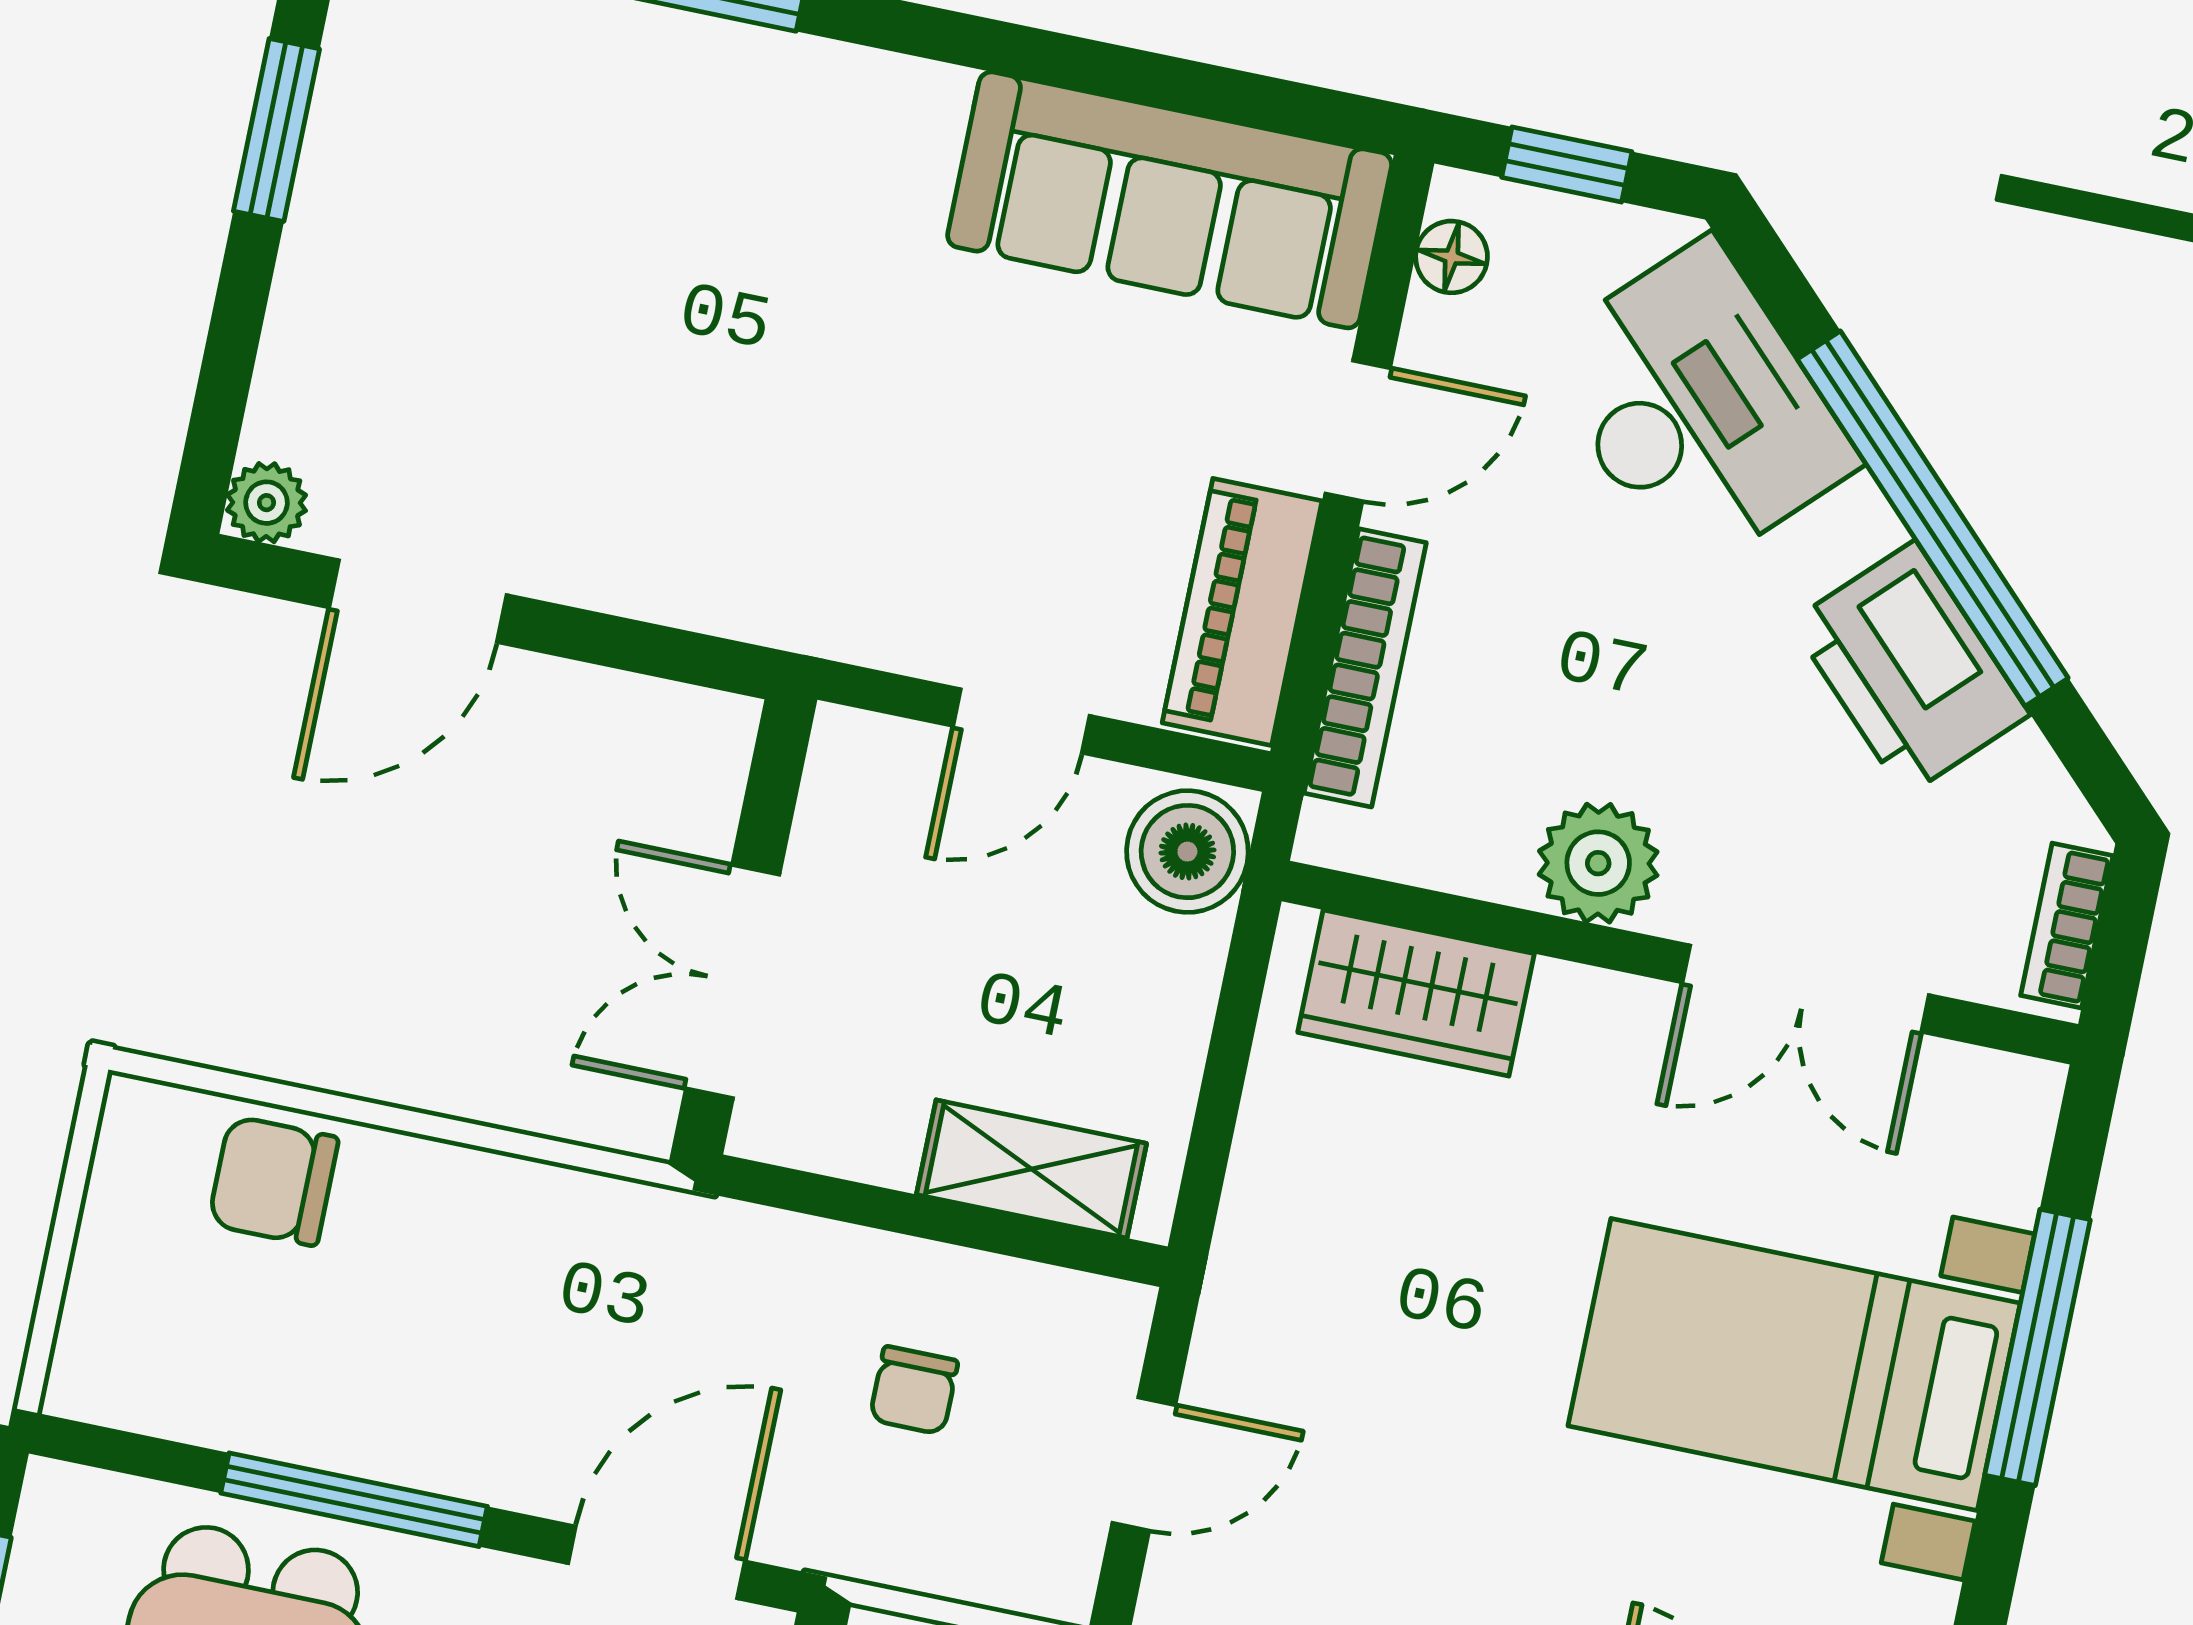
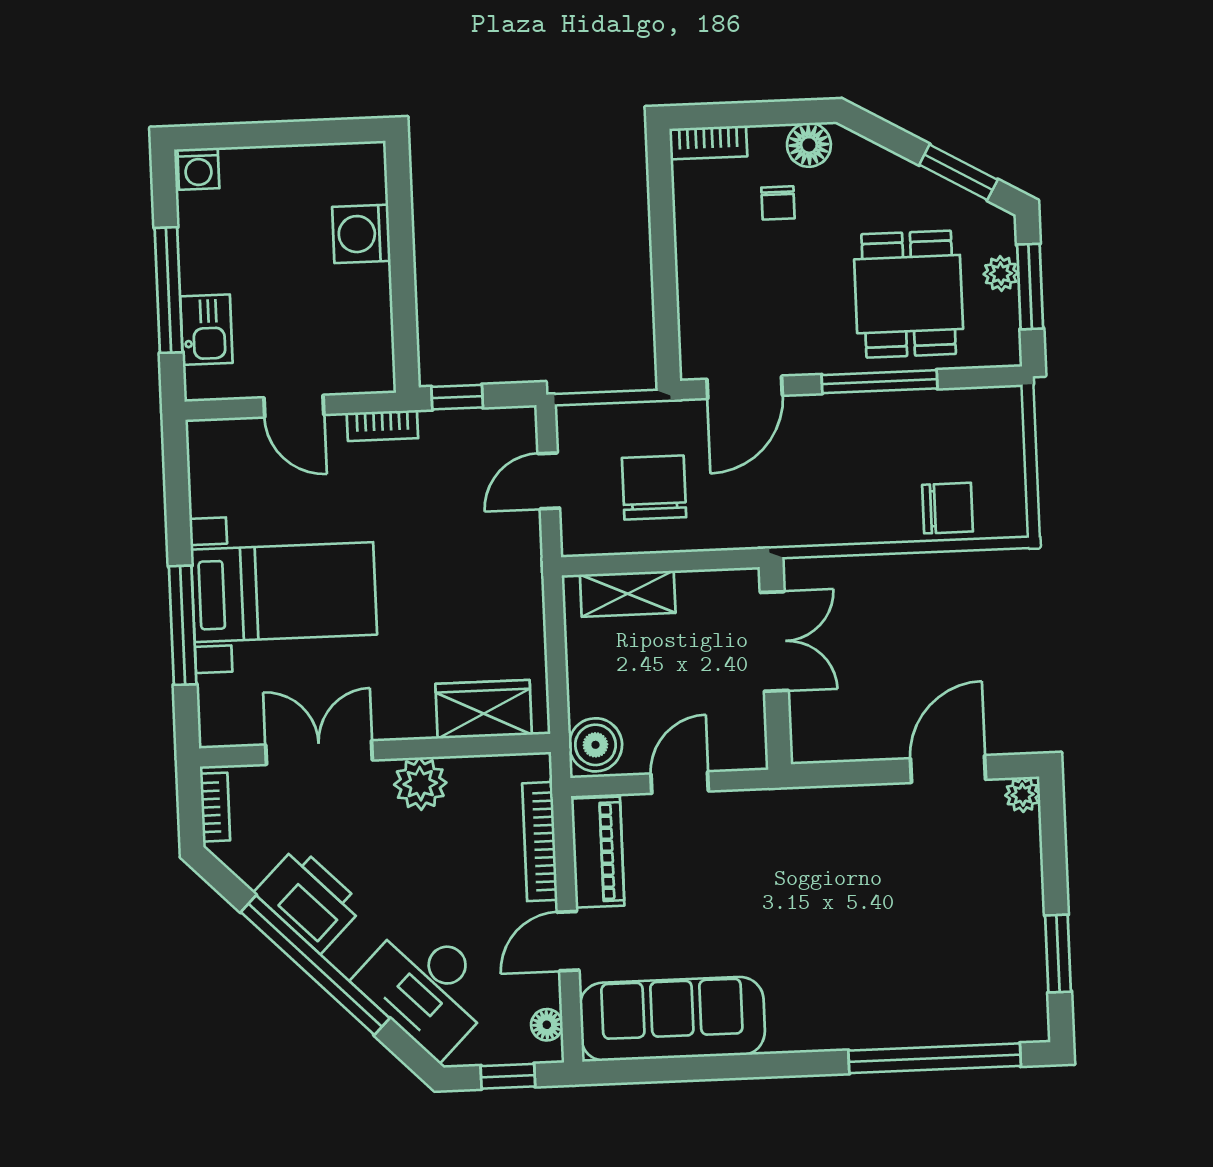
chair: (914, 1390) -> (654, 488), width x1.87, depth x1.87

